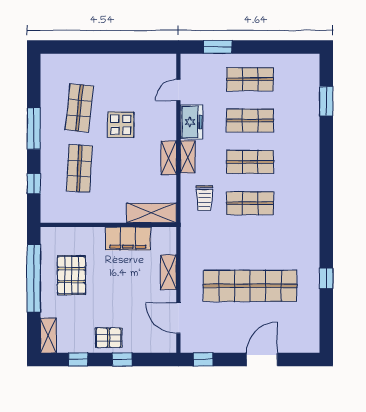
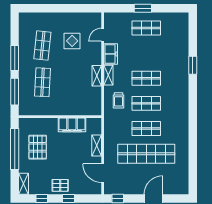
window: (218, 47) -> (143, 8), moved
window: (326, 101) -> (193, 65), moved
shop shelf: (250, 121) -> (146, 129), moved
display table: (121, 125) -> (72, 41), moved
window: (34, 184) -> (15, 92), width x2.17
shelving: (152, 213) -> (86, 109), removed
window: (326, 278) -> (193, 149), removed

